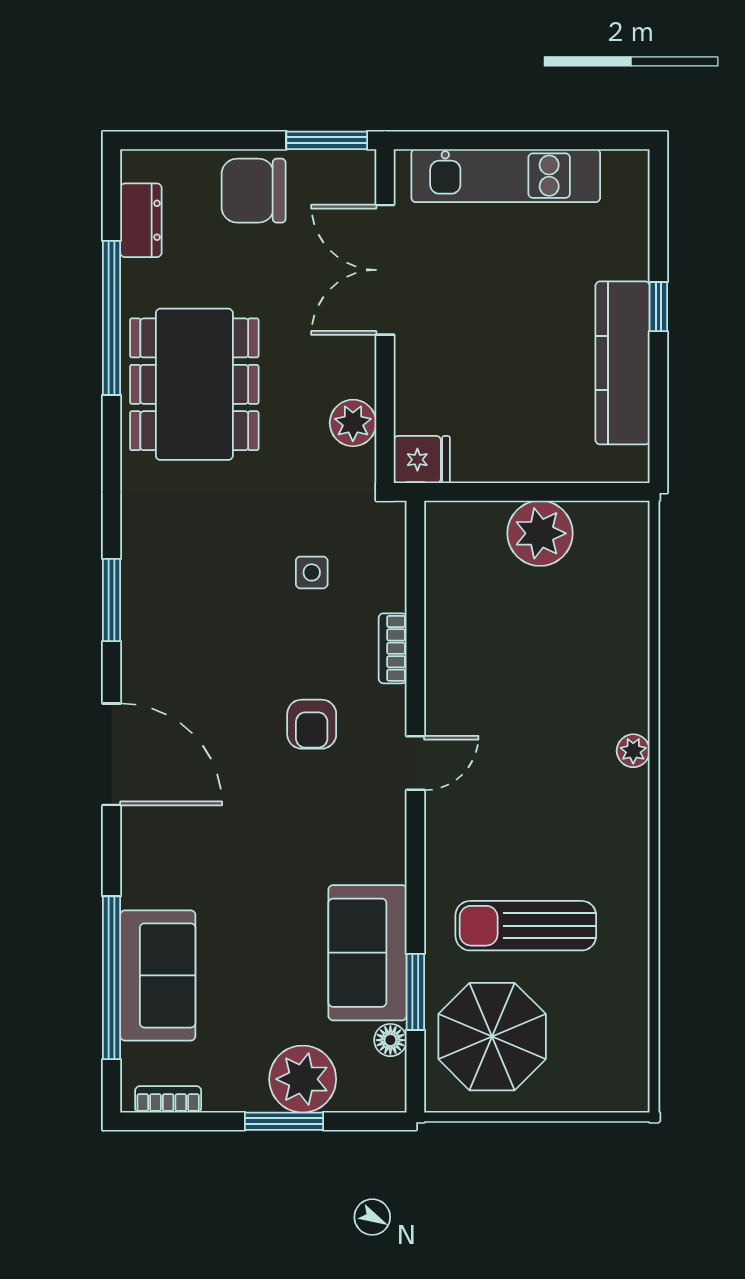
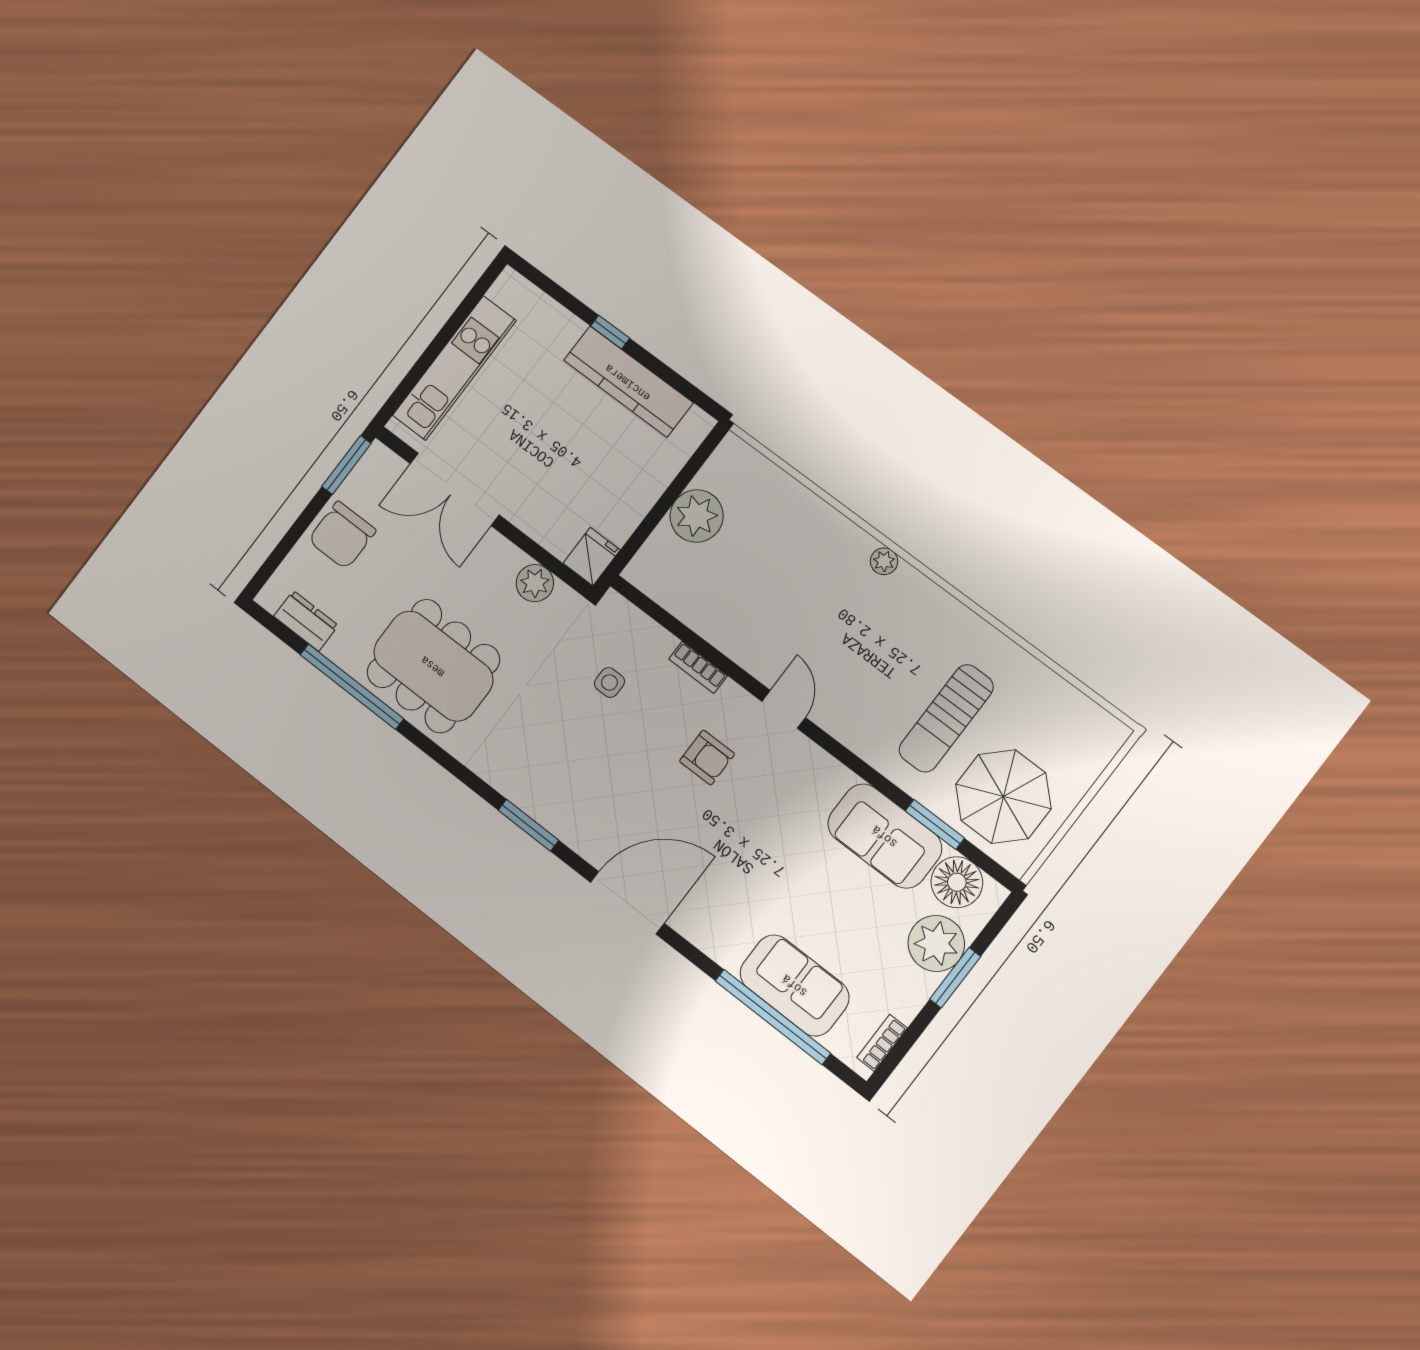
floor lamp: (390, 1040) -> (957, 882), width x1.89, depth x1.89

